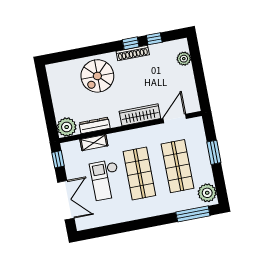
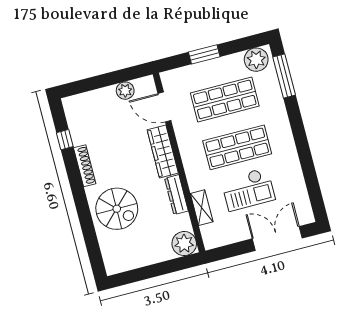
window: (131, 43) -> (72, 169), removed
plant: (184, 59) -> (125, 91), moved
dresser: (95, 125) -> (176, 195), moved
window: (58, 159) -> (226, 252), removed

